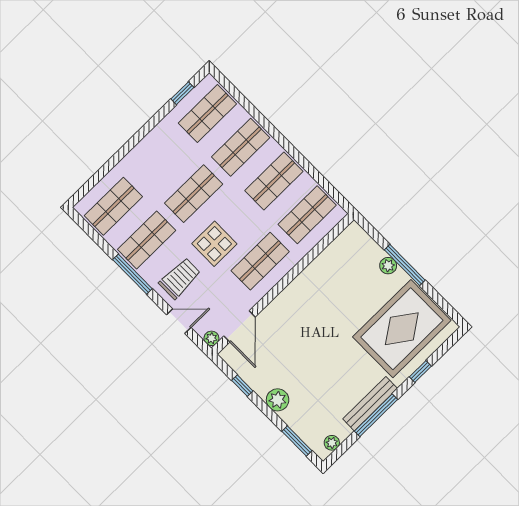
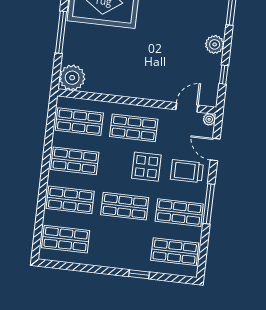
window: (182, 93) -> (139, 274), moved
plant: (388, 266) -> (72, 78), moved, width x1.87, depth x1.87
door: (240, 326) -> (187, 107), width x0.73

